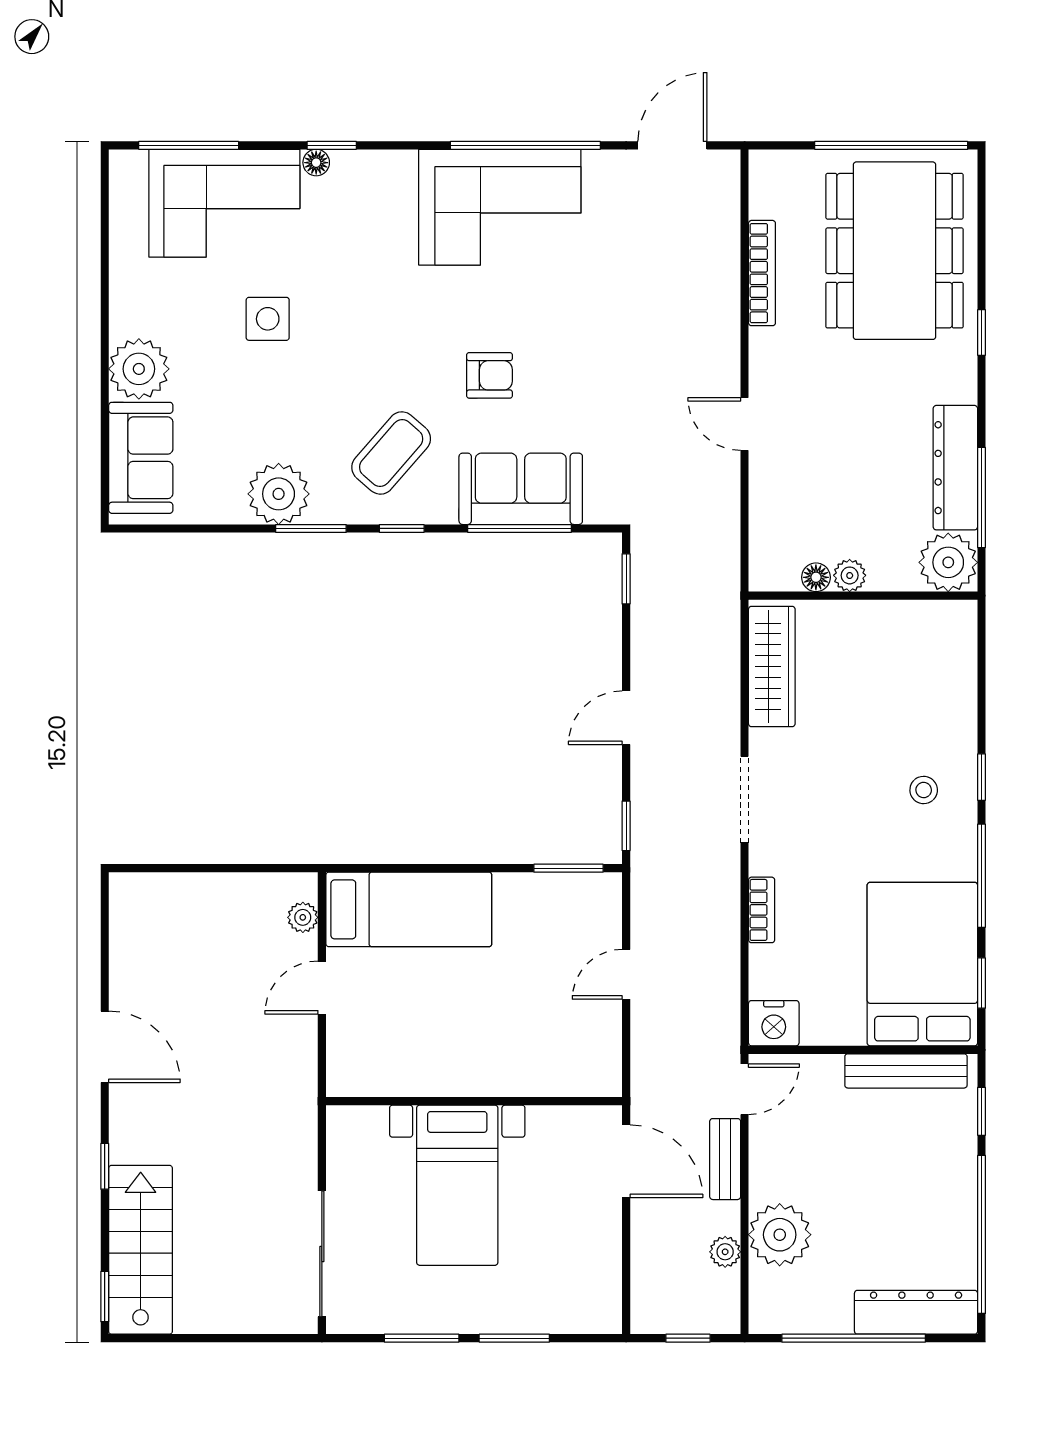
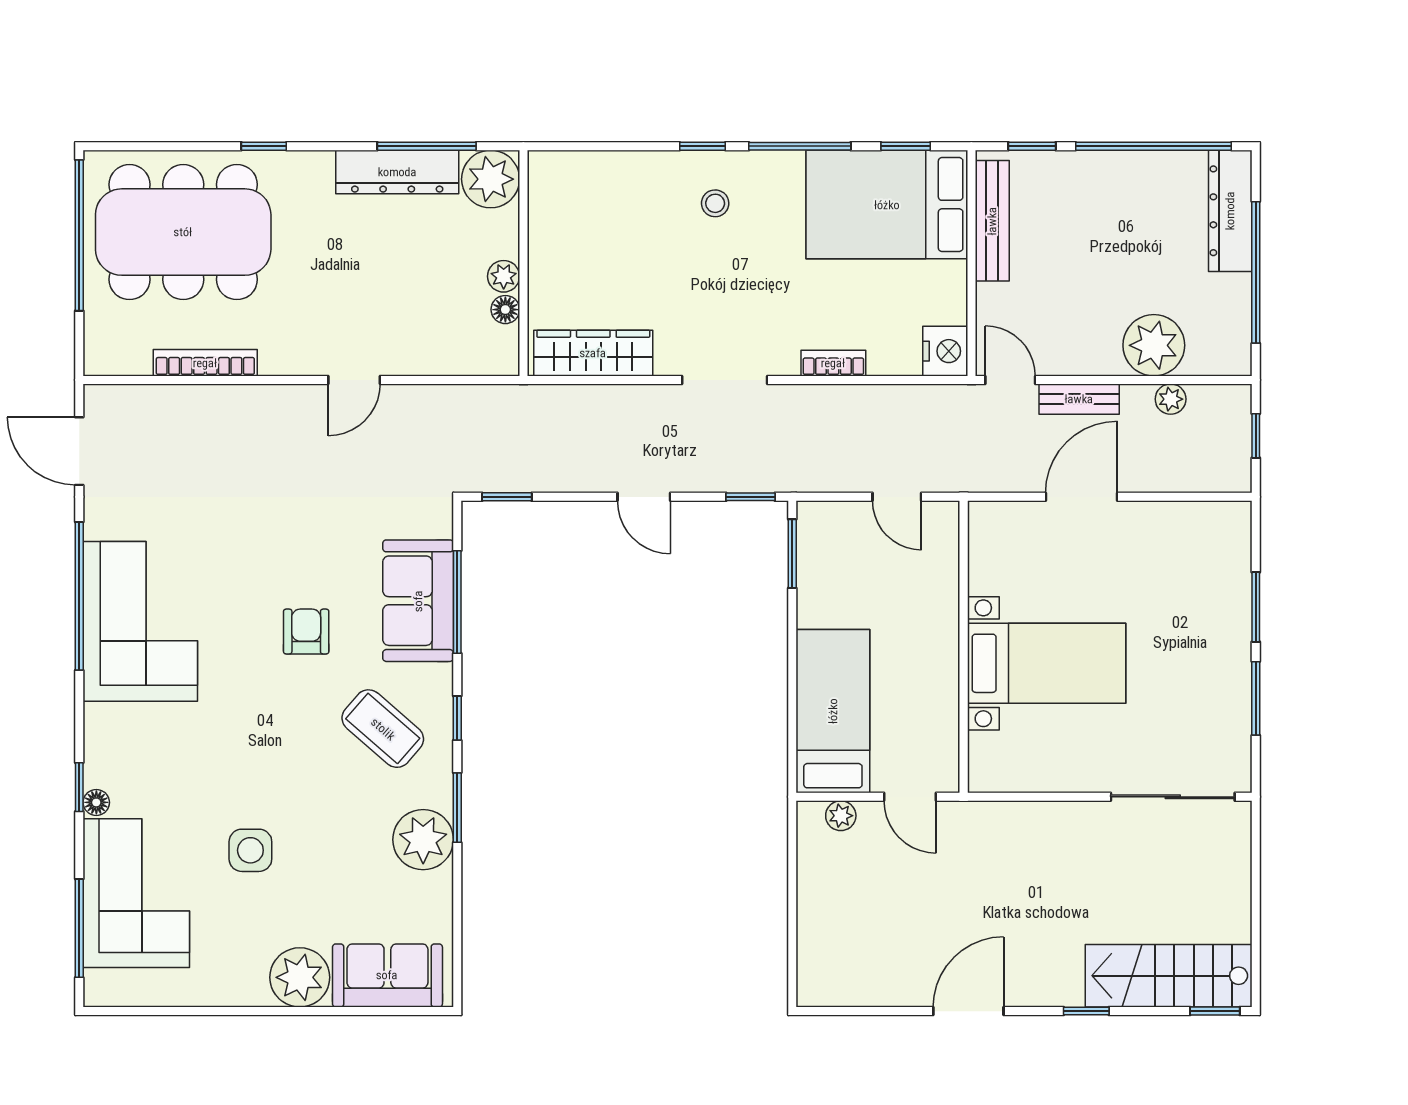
wall: (474, 1101) -> (964, 647), moved
bed with nightstands: (457, 1185) -> (1047, 663), moved

